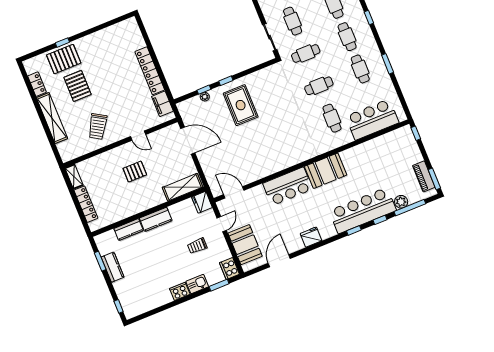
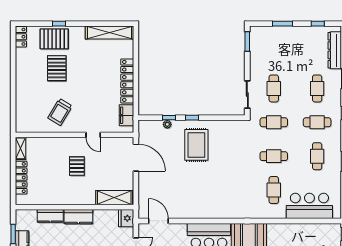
cafe table: (347, 37) -> (317, 122), turned 90
locker: (37, 84) -> (21, 37), moved
shelving: (52, 118) -> (109, 32), moved, turned 90
pallet: (135, 172) -> (77, 166), turned 90

